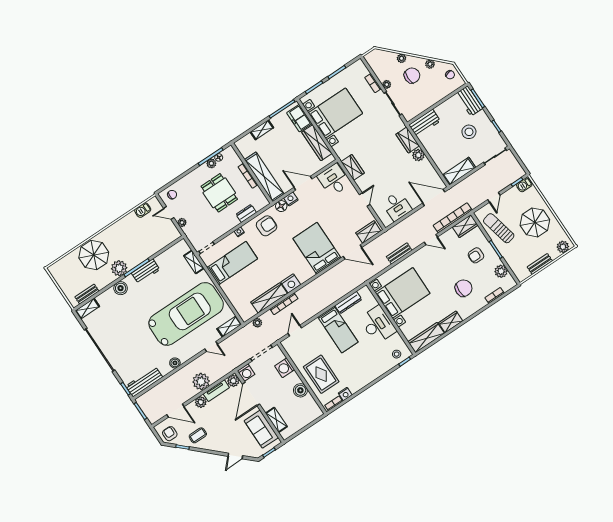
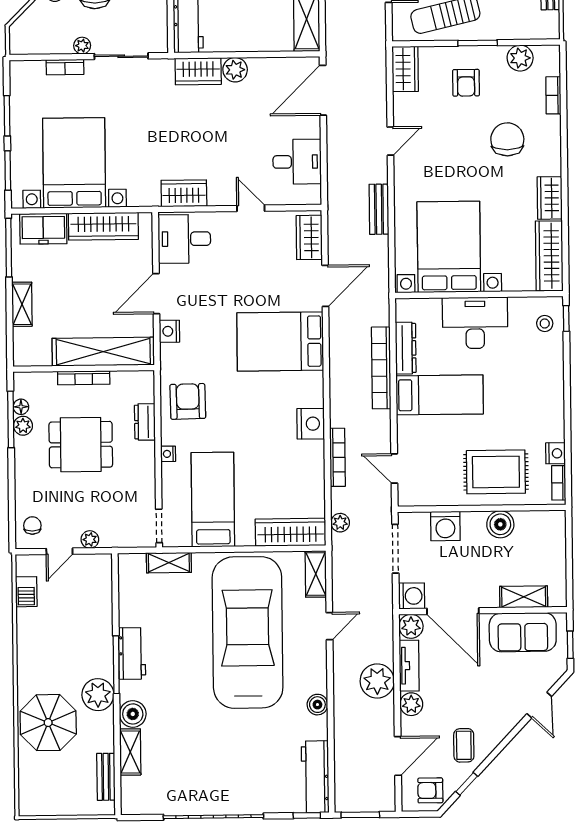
floor lamp: (281, 206) -> (171, 355), removed
bookcase: (453, 218) -> (381, 368), moved
wardrobe: (269, 298) -> (291, 532), moved, turned 90
shelving: (87, 309) -> (130, 752), moved

